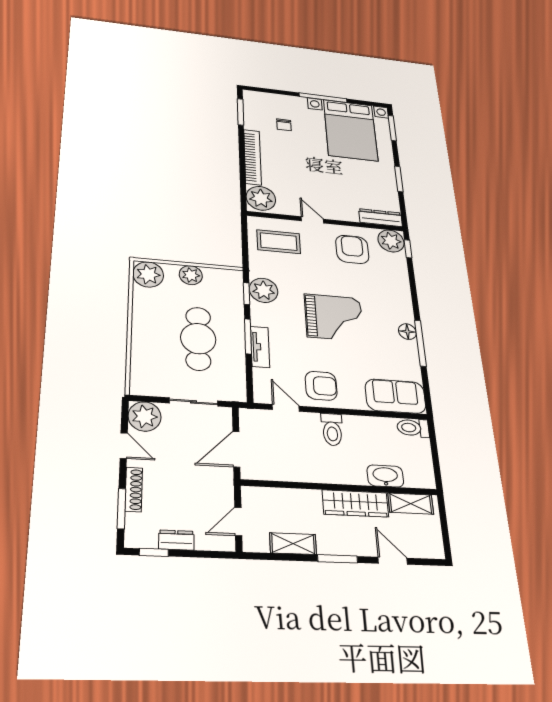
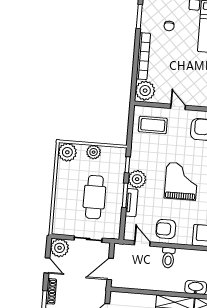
plant: (264, 290) -> (137, 179), moved
grand piano: (334, 317) -> (181, 181), turned -90
armchair: (321, 386) -> (166, 229), turned 180

